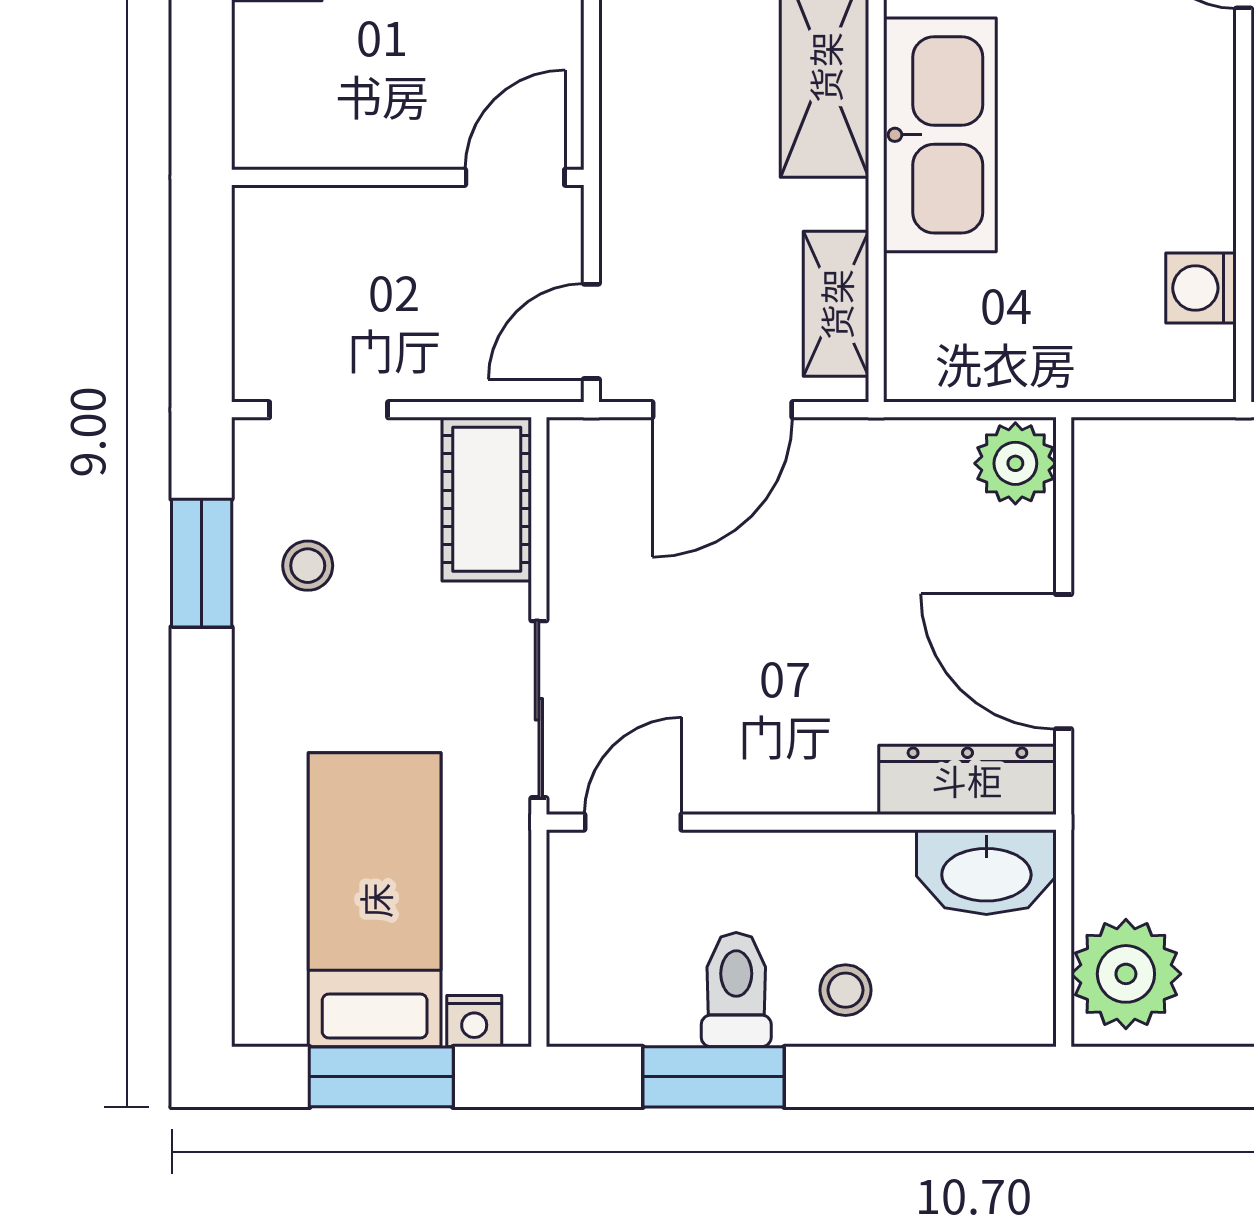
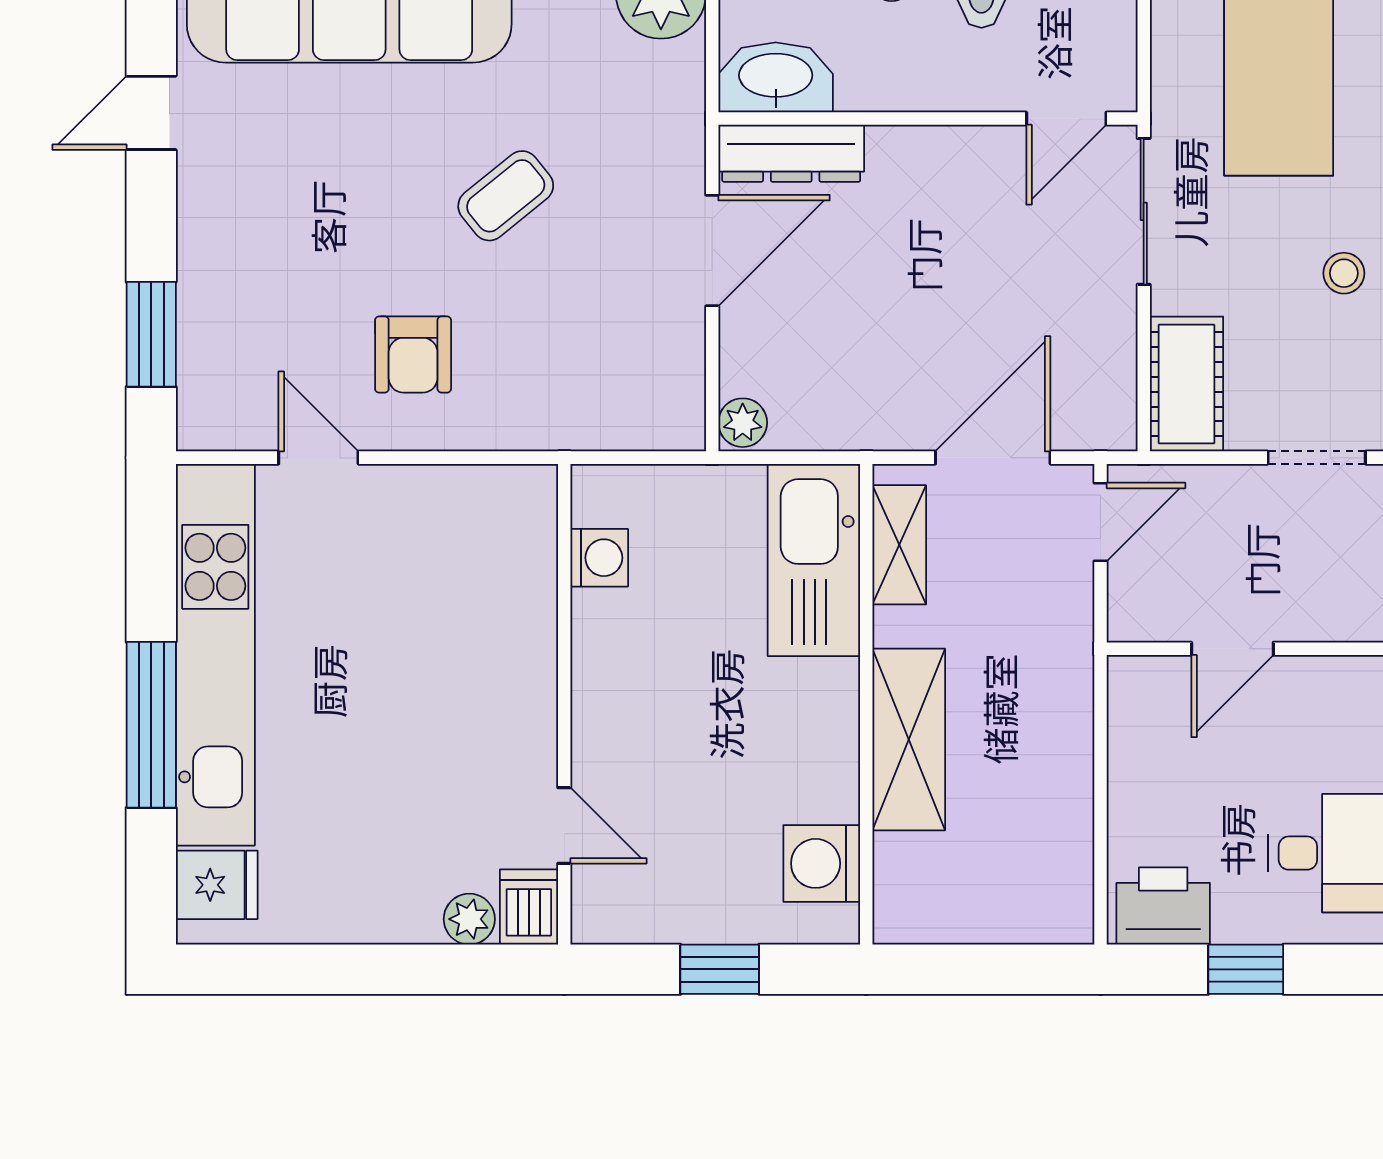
kitchen sink: (940, 135) -> (814, 560), moved
door: (515, 177) -> (1232, 649), moved
plant: (1015, 463) -> (743, 423), width x0.73, depth x0.73
stool: (308, 566) -> (1344, 273), moved
door: (1064, 662) -> (712, 250), hinge flipped

